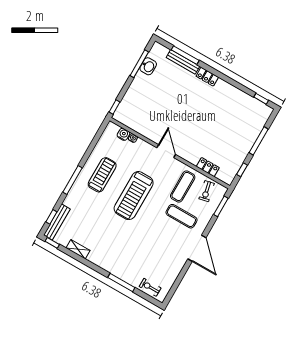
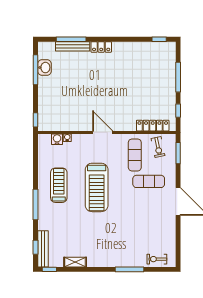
locker: (208, 167) -> (153, 126), width x1.53

